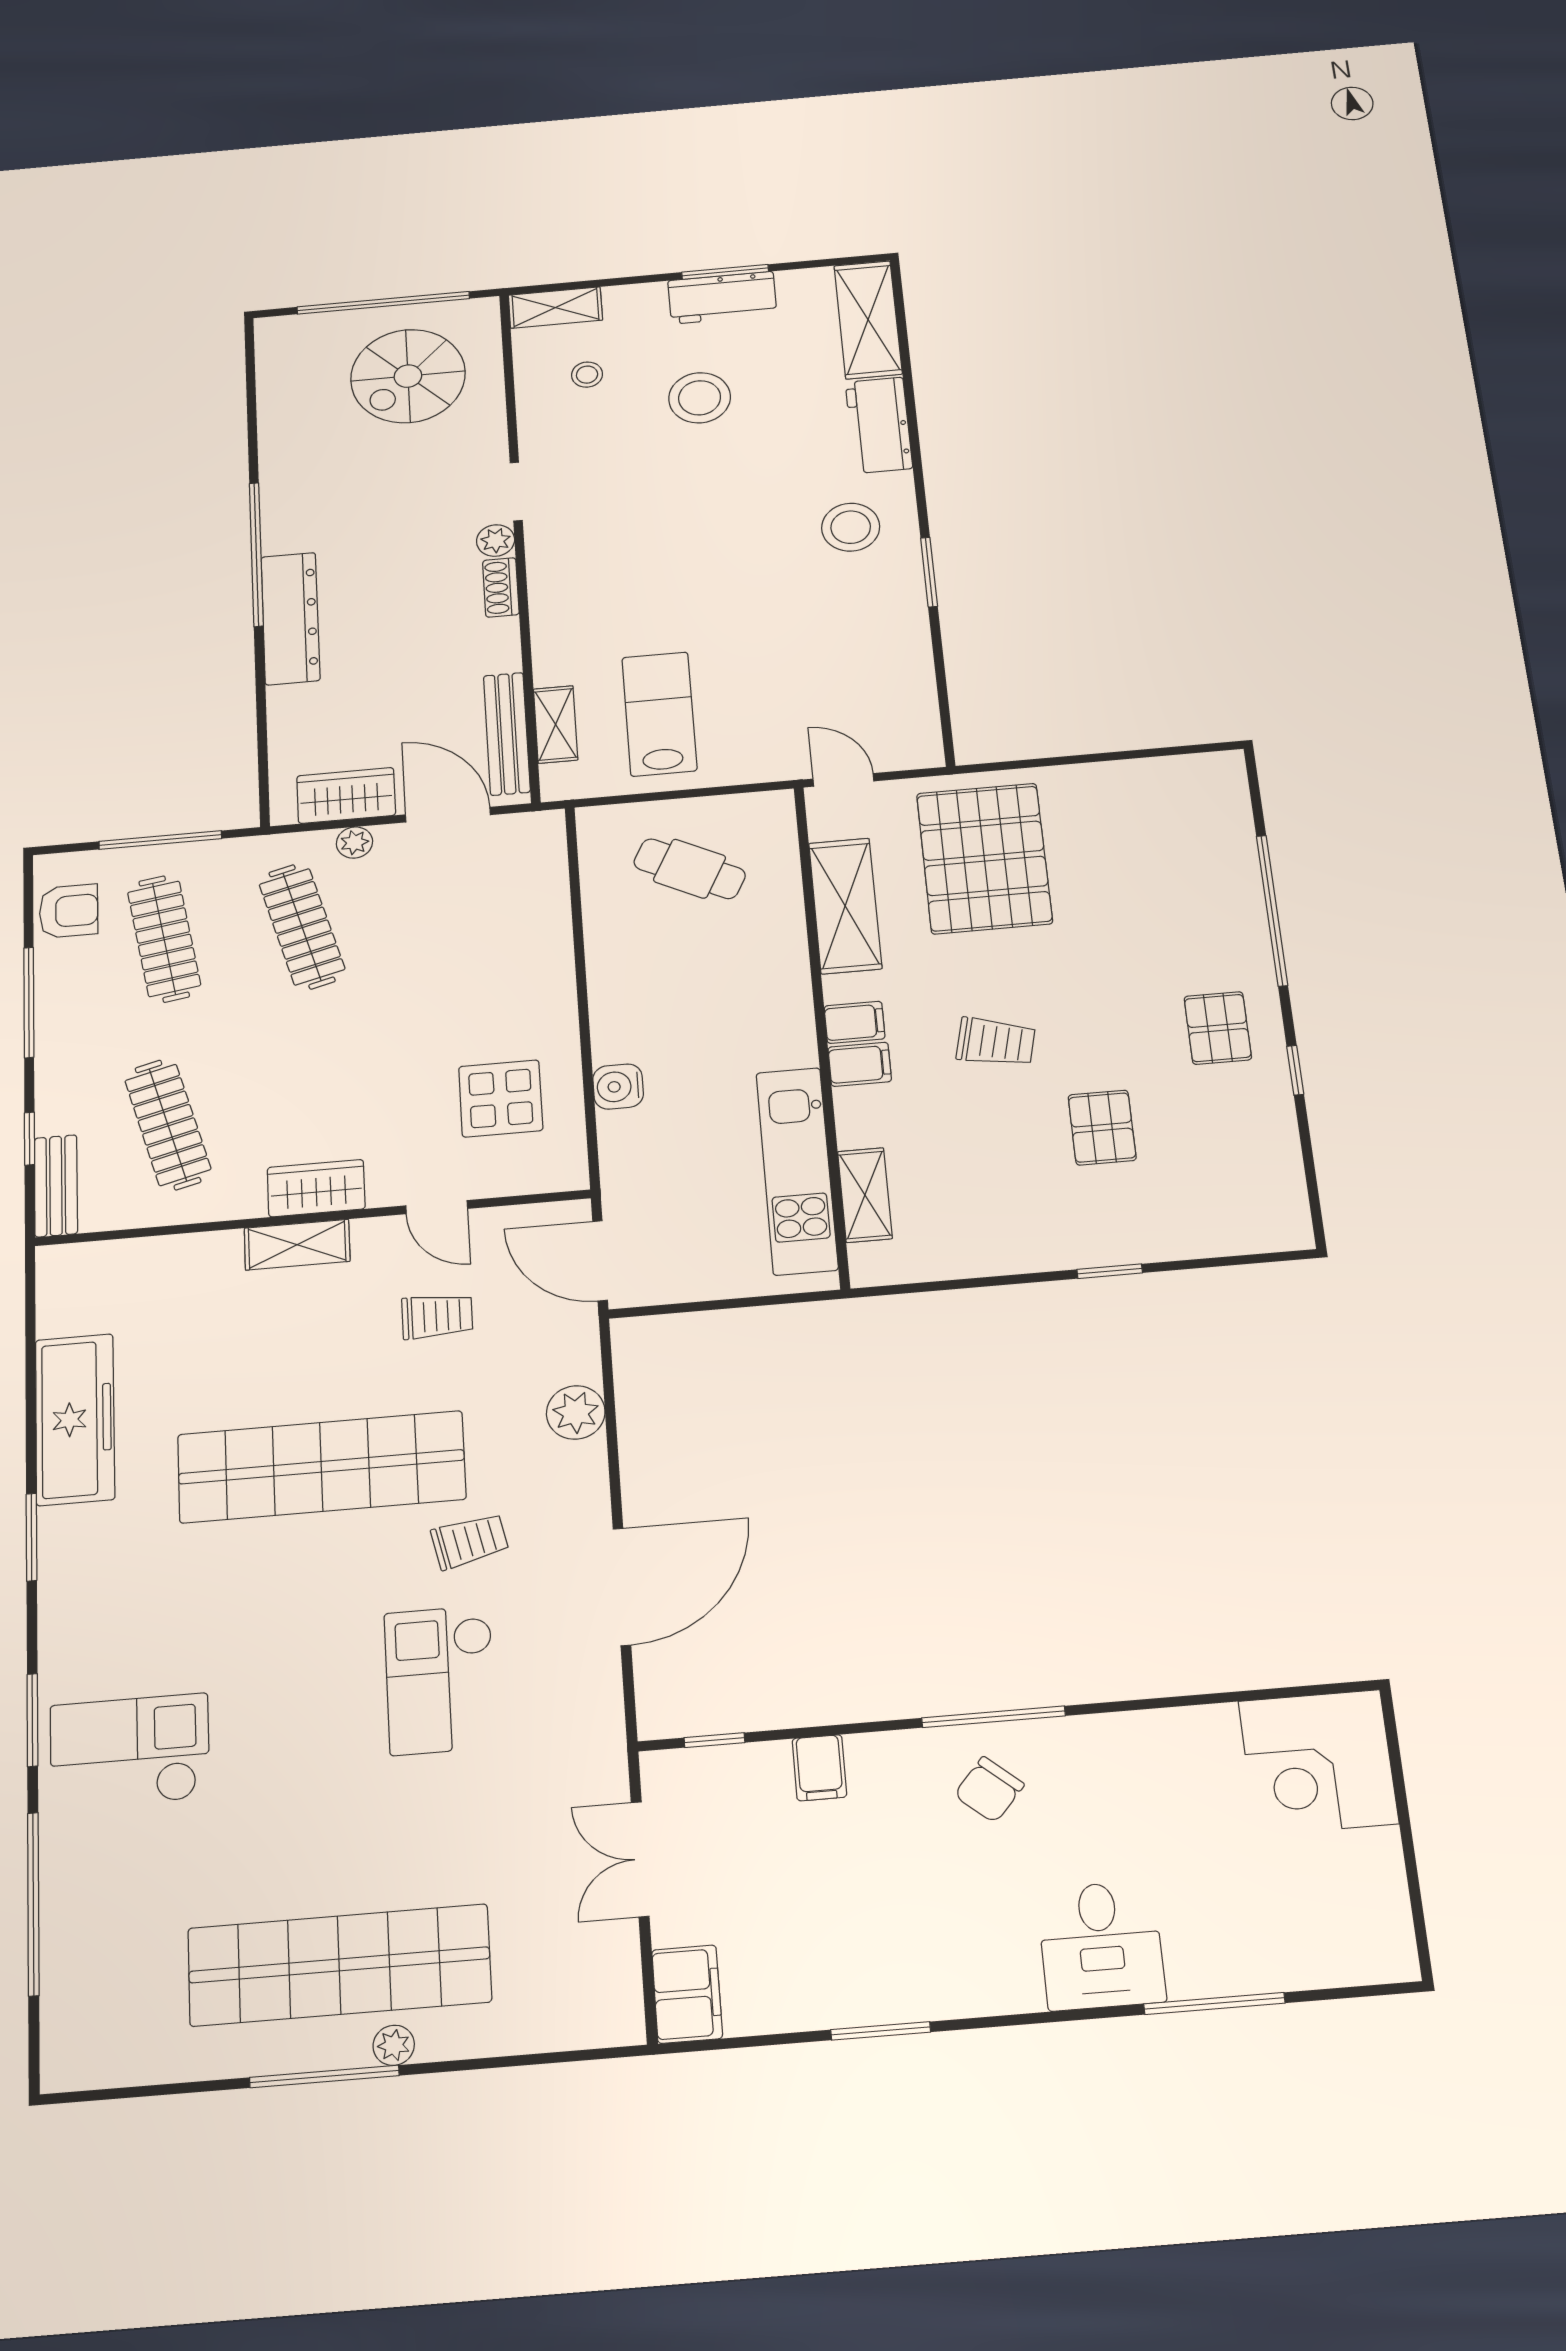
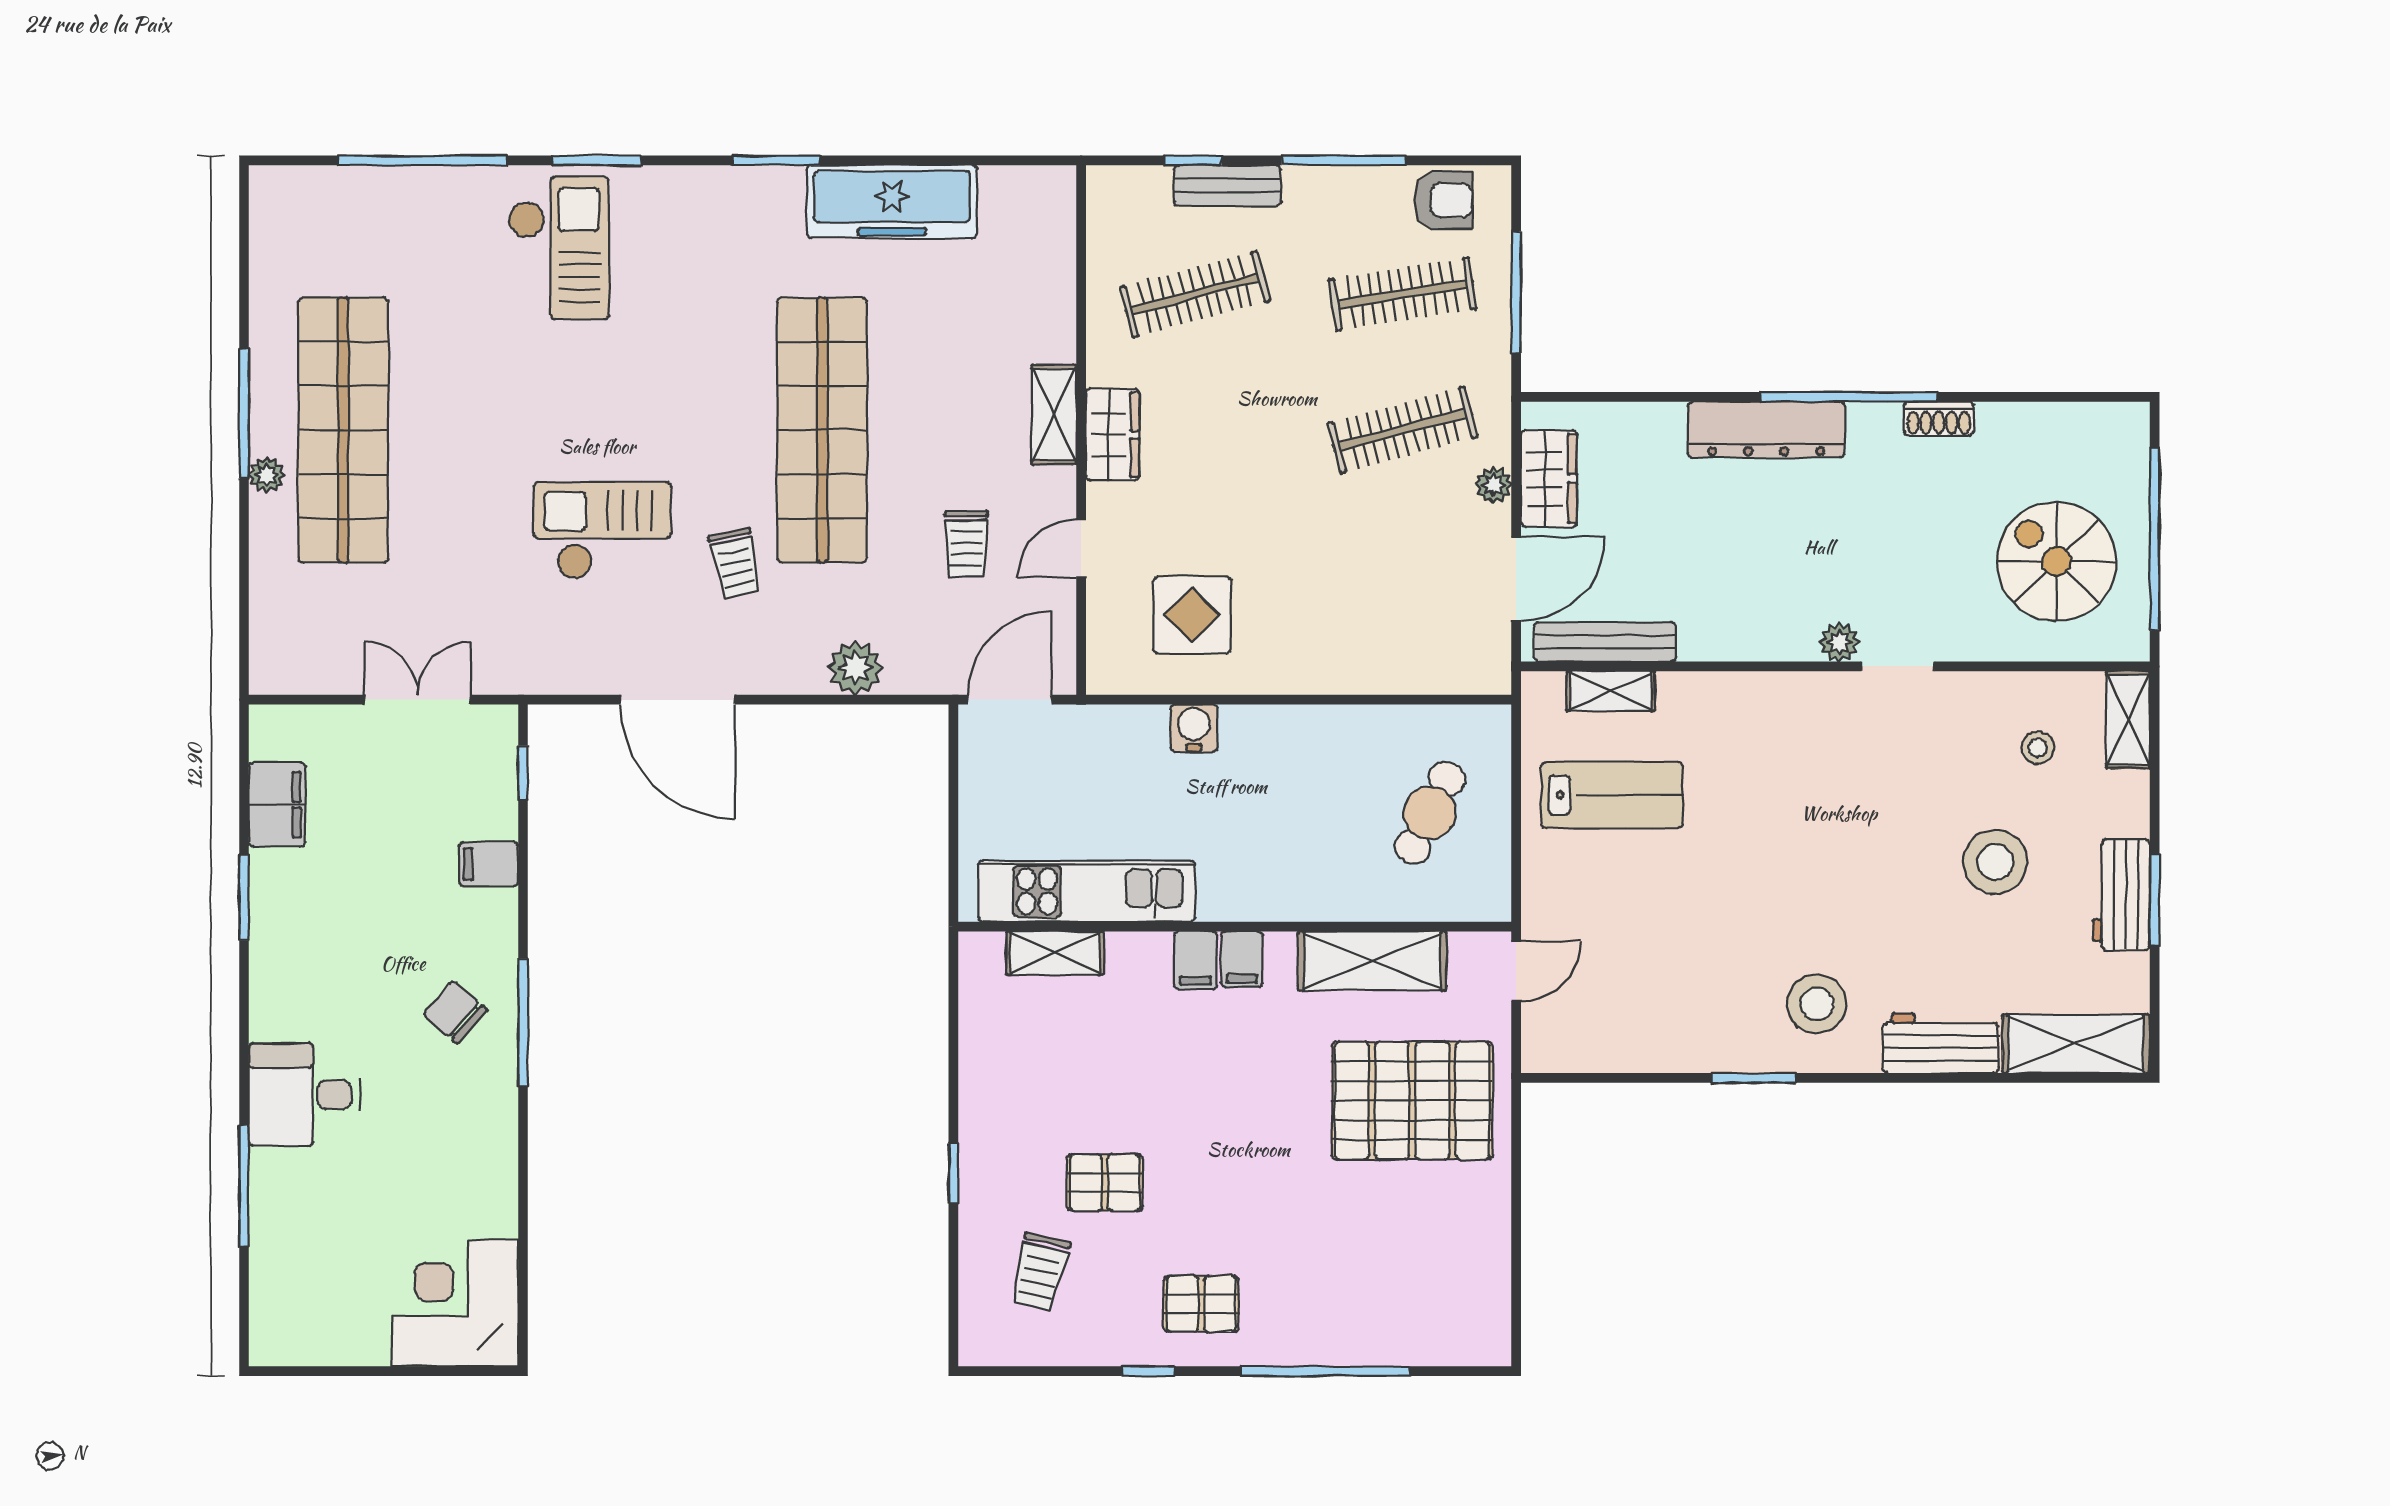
shoe rack: (501, 587) -> (1939, 419), moved, turned 180
armchair: (69, 911) -> (1443, 200), turned -90
trolley: (996, 1042) -> (1040, 1272), moved
bench: (56, 1186) -> (1227, 186), moved
filing cabinet: (687, 1994) -> (277, 805), moved, turned -90

